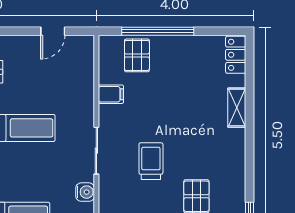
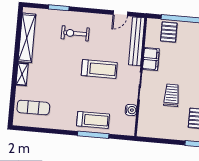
bench: (84, 76) -> (137, 41), added
filing cabinet: (111, 94) -> (151, 59), width x2.00

